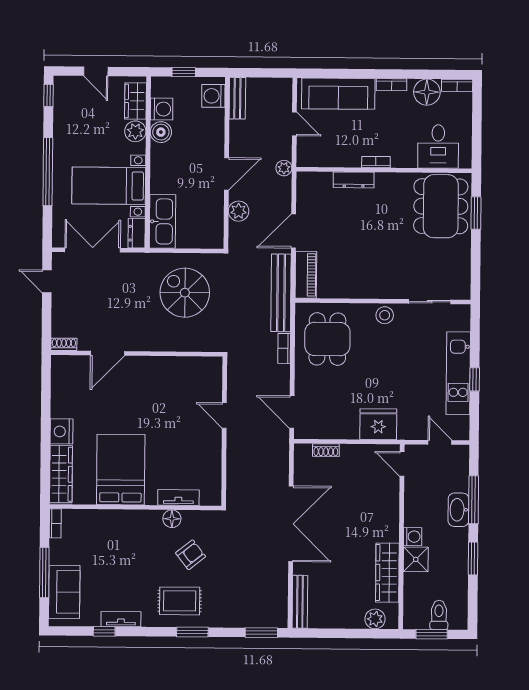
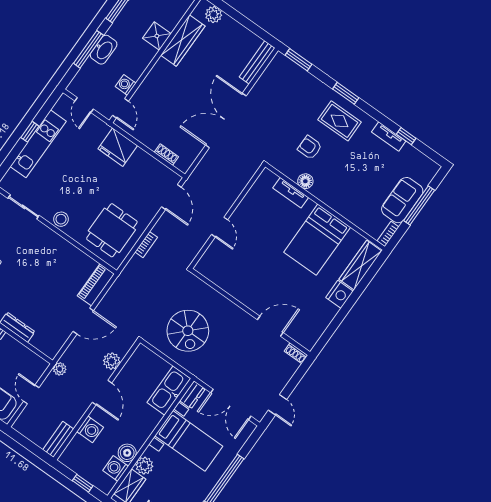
washing machine: (213, 96) -> (90, 429), moved
door: (226, 174) -> (102, 393), swing flipped
bench: (281, 293) -> (122, 284), removed
washing machine: (413, 537) -> (126, 85), moved
armchair: (191, 555) -> (310, 147), turned 38
sofa: (64, 592) -> (402, 200), moved

